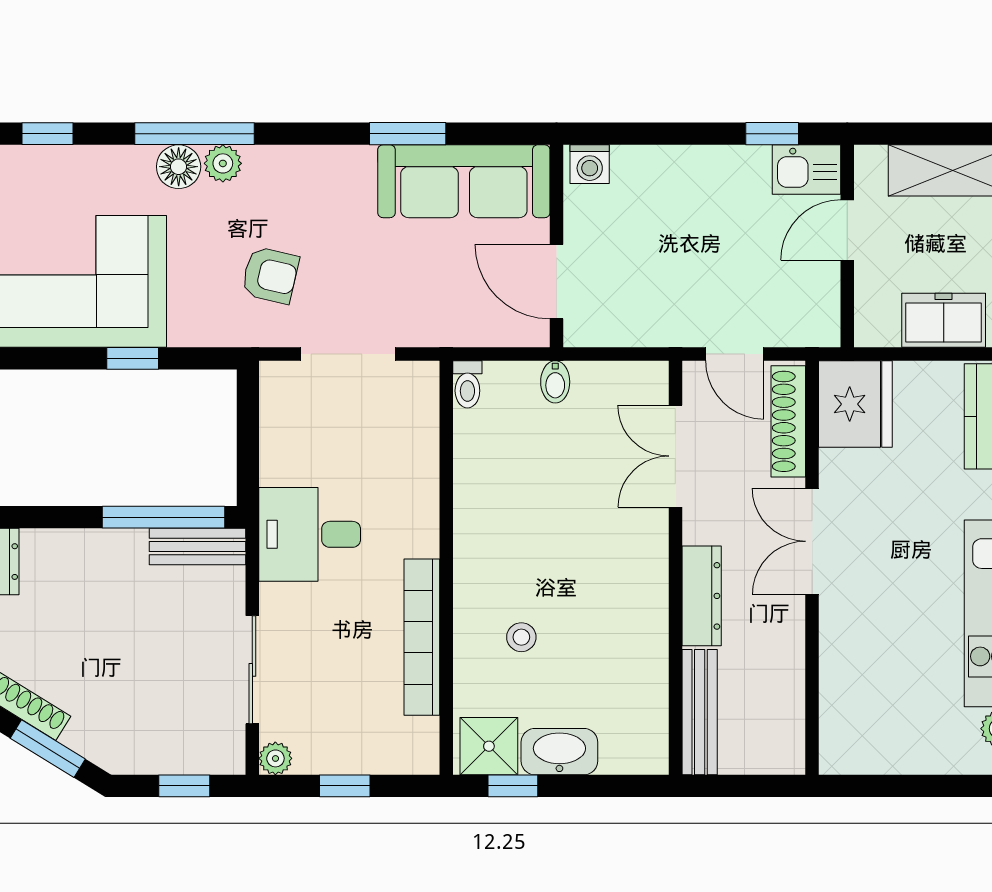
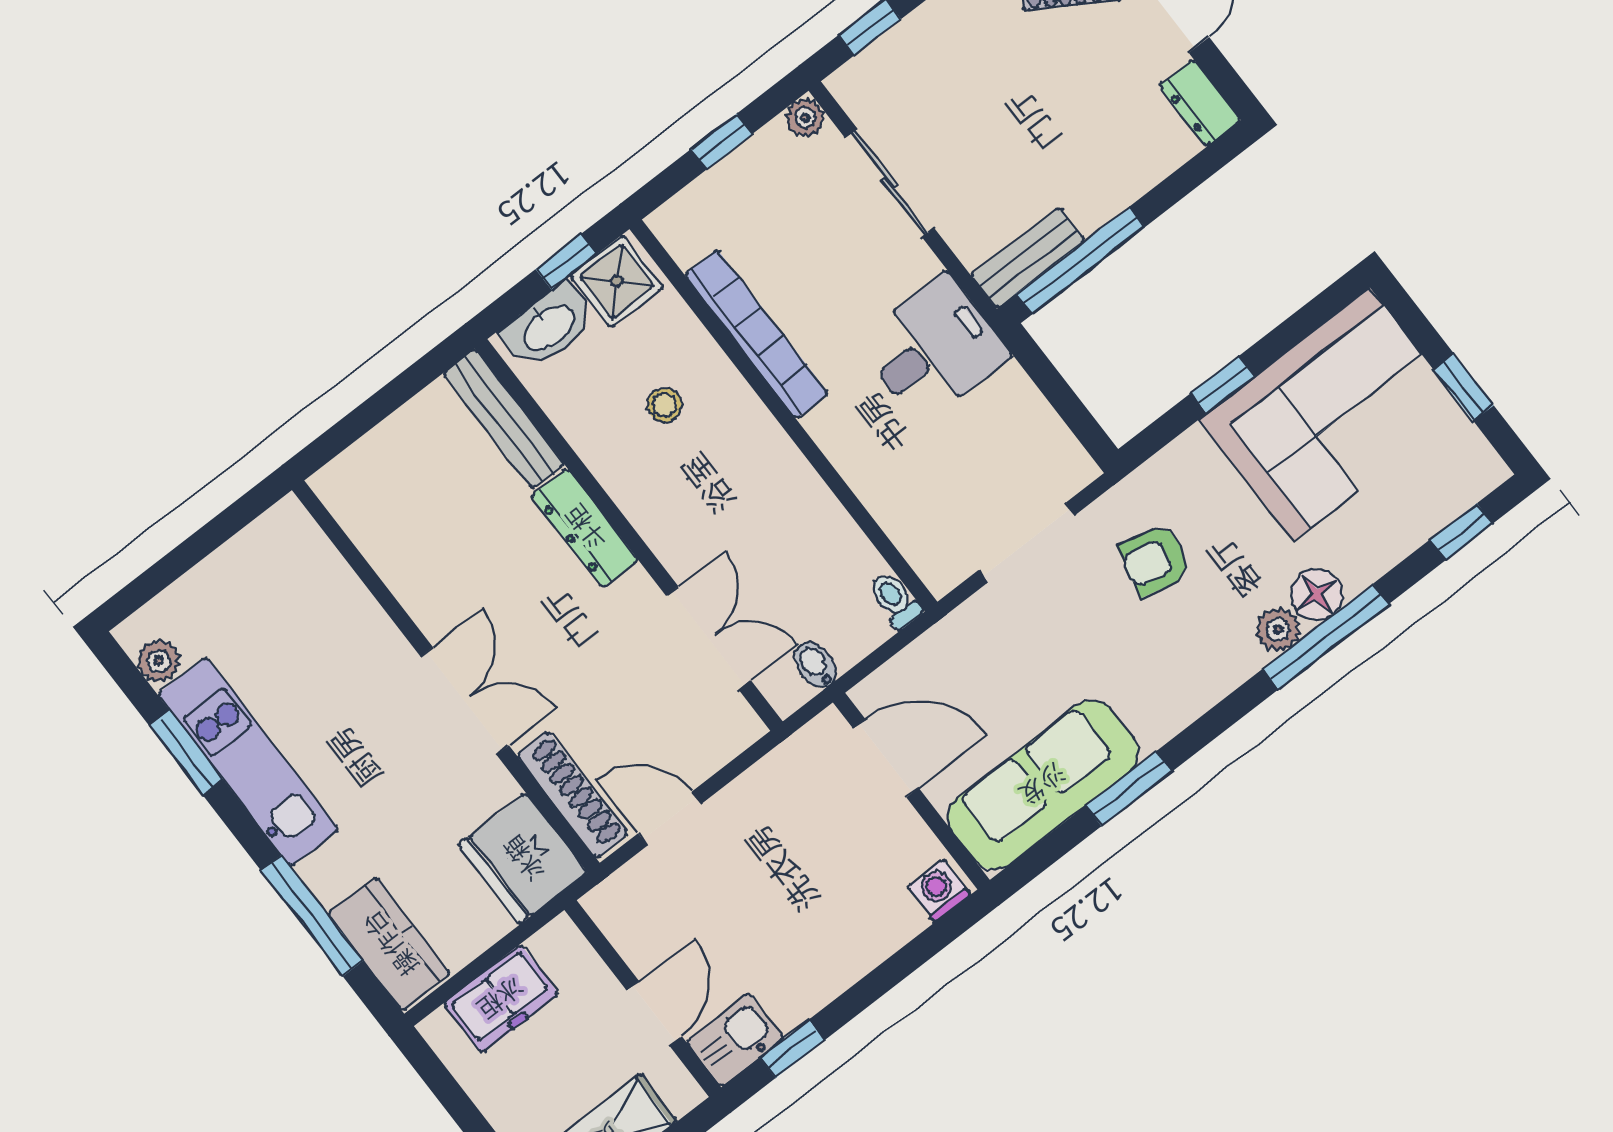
double door: (675, 456) -> (709, 638), moved
wall: (675, 568) -> (629, 535), moved
dresser: (702, 596) -> (585, 528), moved
bench: (700, 712) -> (504, 419), moved

